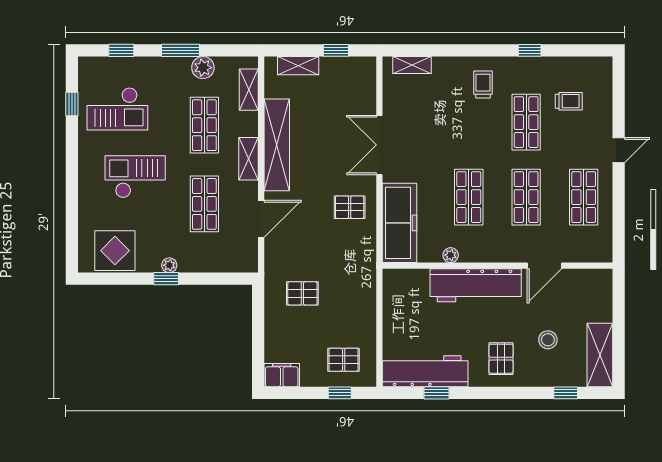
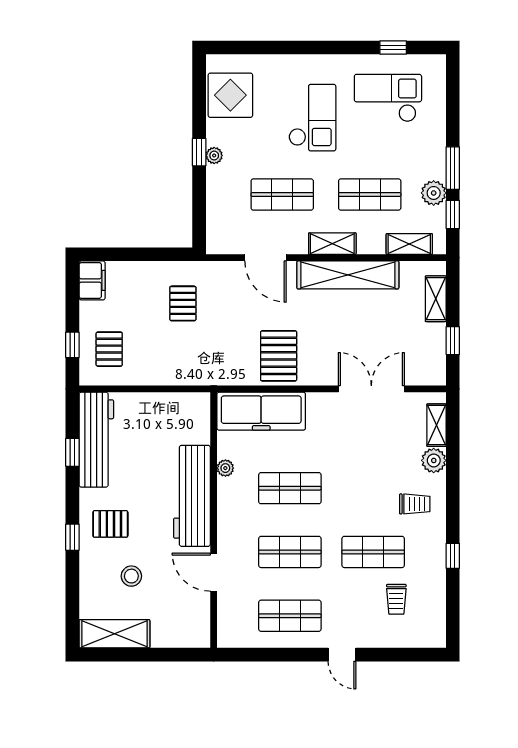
window: (121, 50) -> (453, 215), moved
plant: (444, 68) -> (434, 460), added
checkout: (117, 109) -> (388, 98), turned 90
double door: (379, 145) -> (371, 389), moved
pallet: (350, 207) -> (279, 356), width x1.50, depth x1.42
window: (566, 393) -> (72, 537), moved

